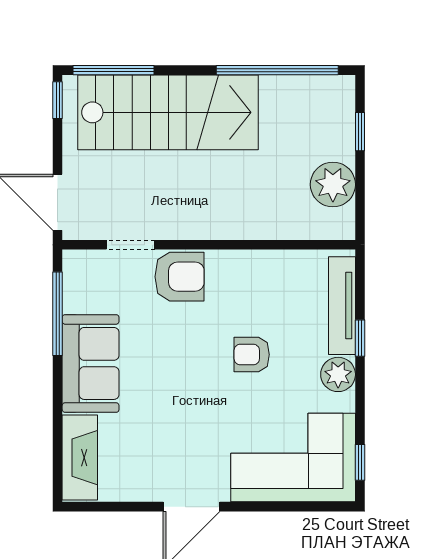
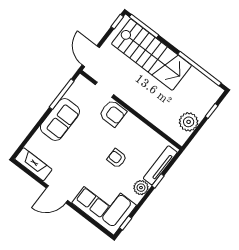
fireplace: (80, 458) -> (33, 164), moved, turned -90

